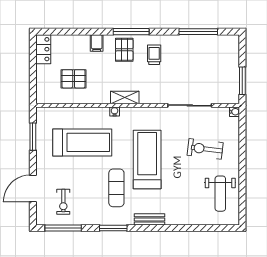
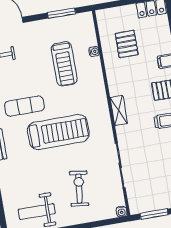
shelving: (125, 98) -> (119, 111), moved
water cooler: (115, 111) -> (94, 51), moved
treadmill: (82, 142) -> (64, 64), width x0.73, depth x0.73

